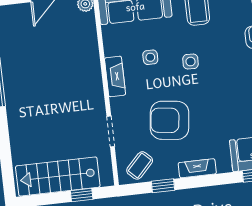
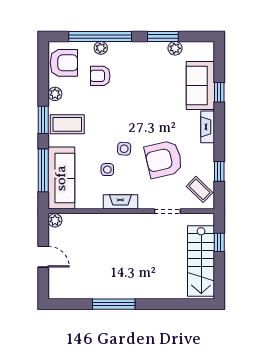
side table: (191, 62) -> (124, 149), moved
armchair: (170, 120) -> (164, 159), turned 70
fireplace: (197, 168) -> (208, 127), moved

